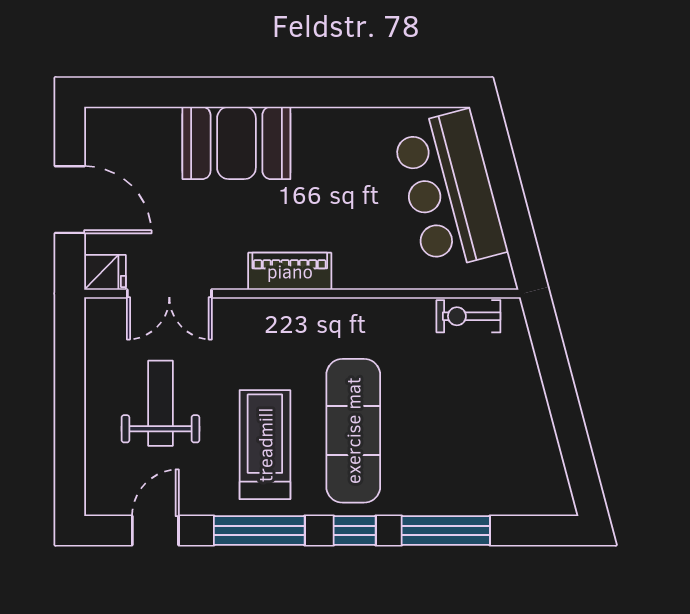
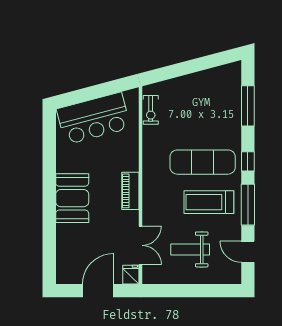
booth: (236, 143) -> (72, 198), moved
window: (446, 531) -> (248, 106), moved

